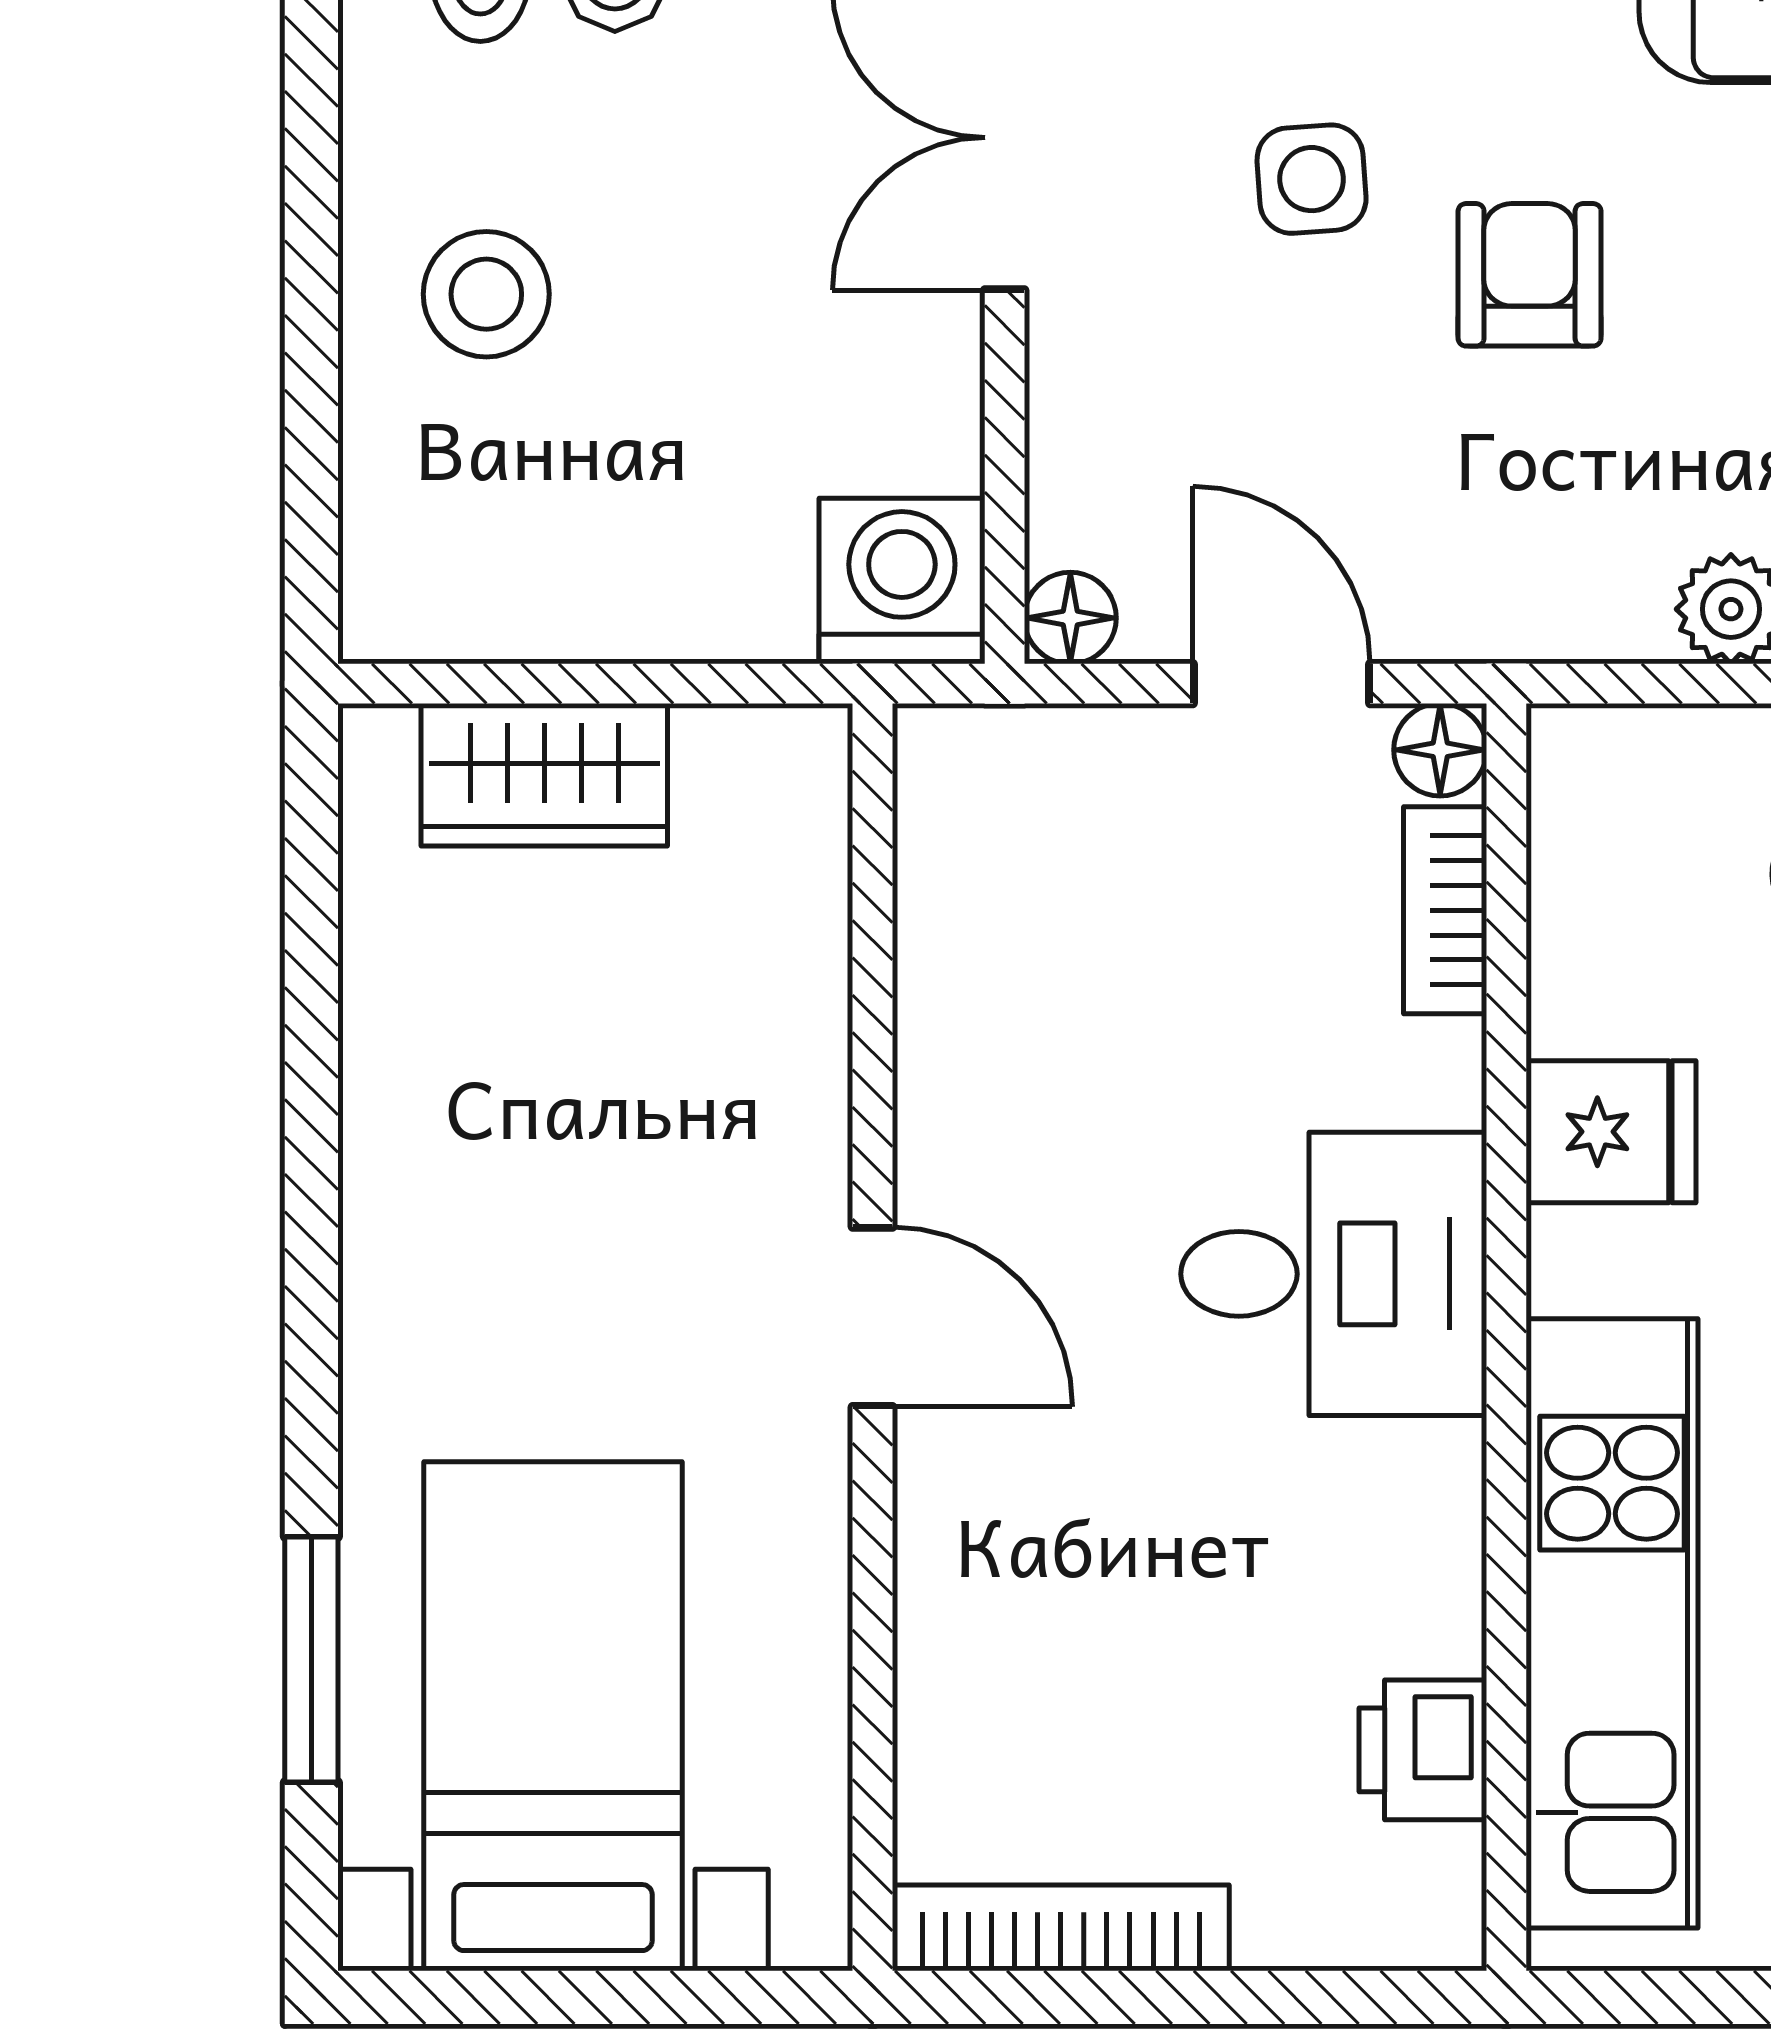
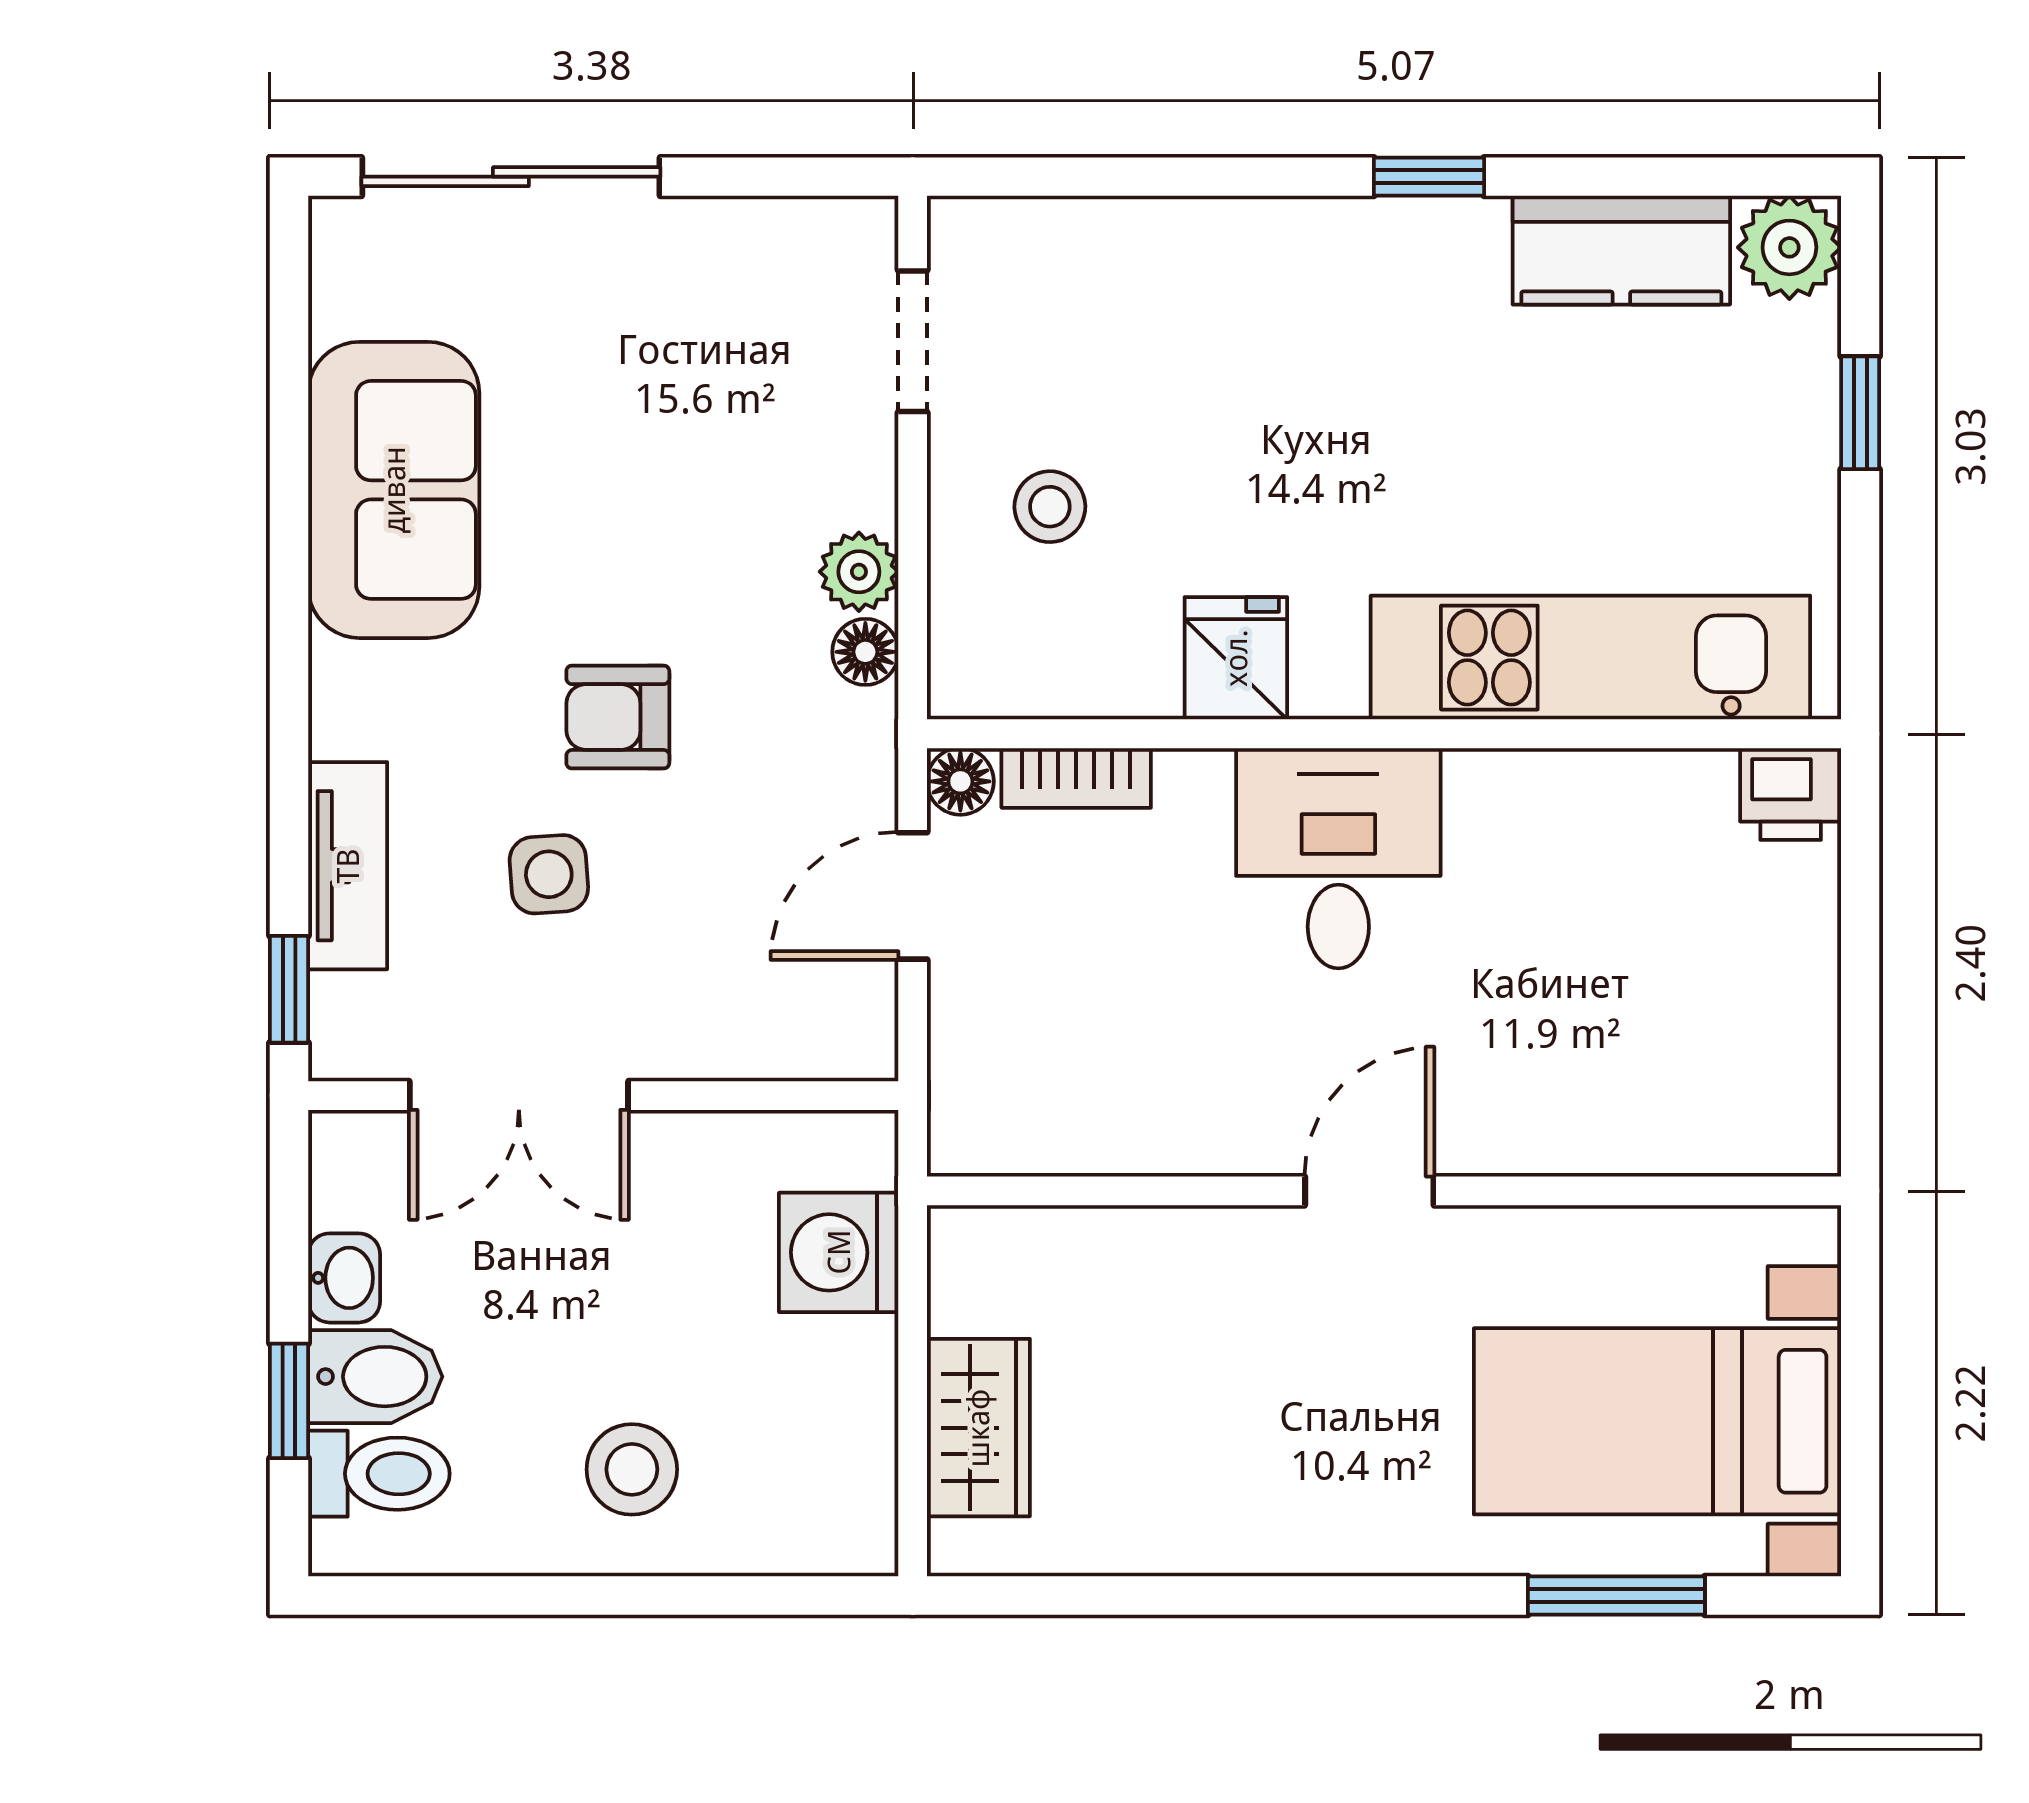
washing machine: (902, 581) -> (839, 1252), moved
floor lamp: (1070, 618) -> (865, 652), moved
printer: (1423, 1750) -> (1791, 794), moved
bookcase: (1061, 1928) -> (1810, 1055), removed

